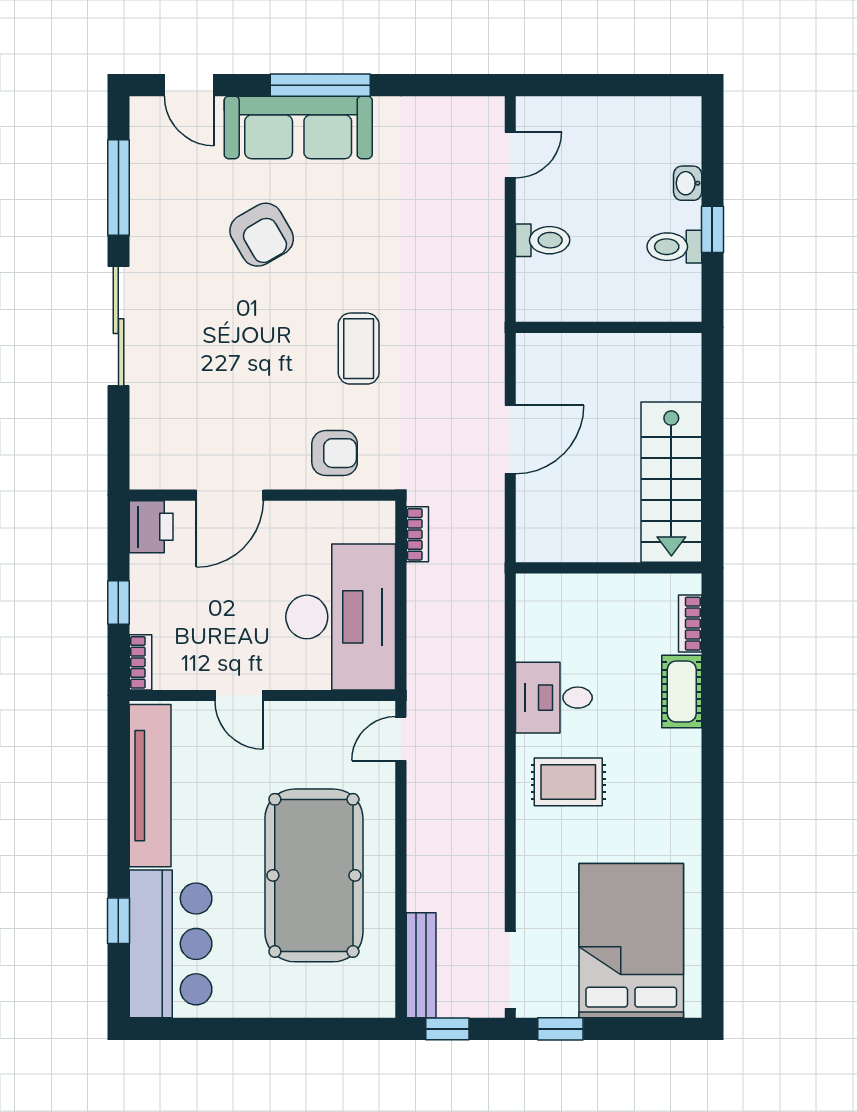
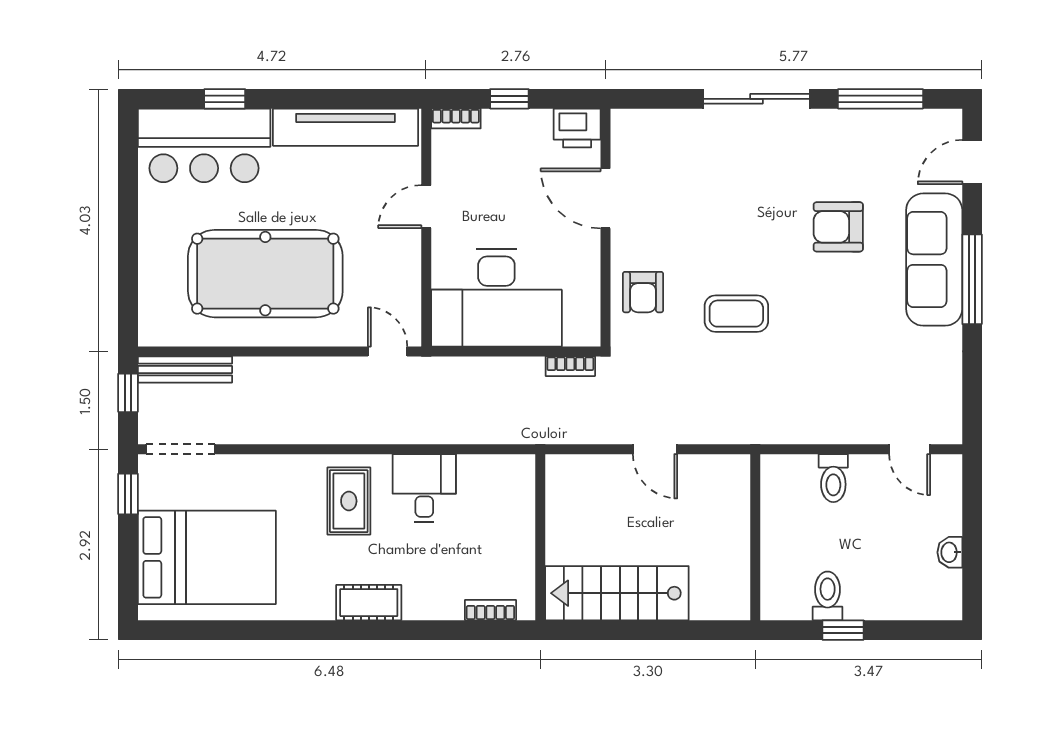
washbasin: (688, 183) -> (950, 552), moved, turned -90
armchair: (262, 235) -> (838, 227), turned 30
door: (510, 440) -> (655, 449), width x0.73
cot: (682, 692) -> (369, 603), moved

